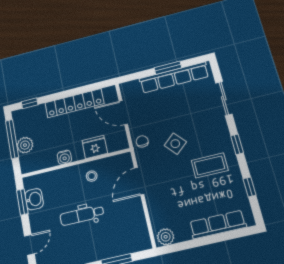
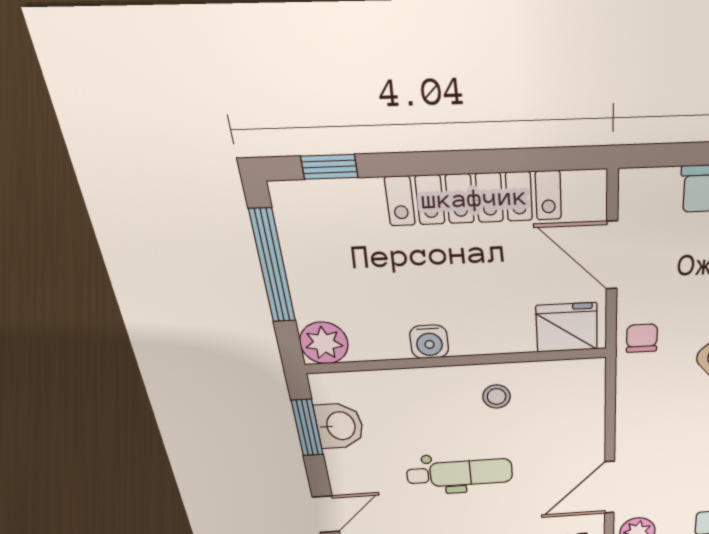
plant: (25, 145) -> (324, 343), moved
fridge: (95, 147) -> (567, 328), moved
door: (139, 181) -> (609, 488), moved
dental chair: (82, 215) -> (460, 473), turned 180

